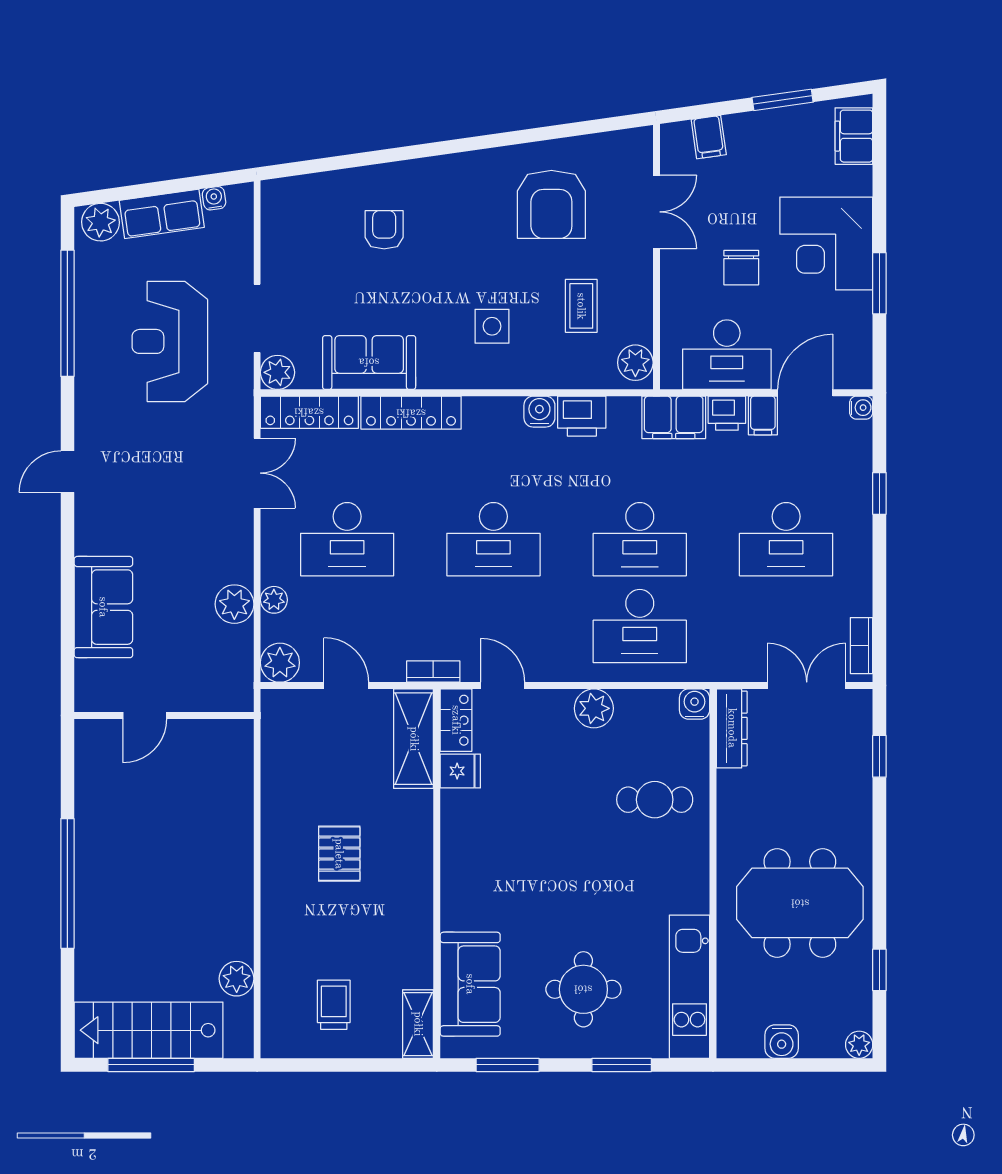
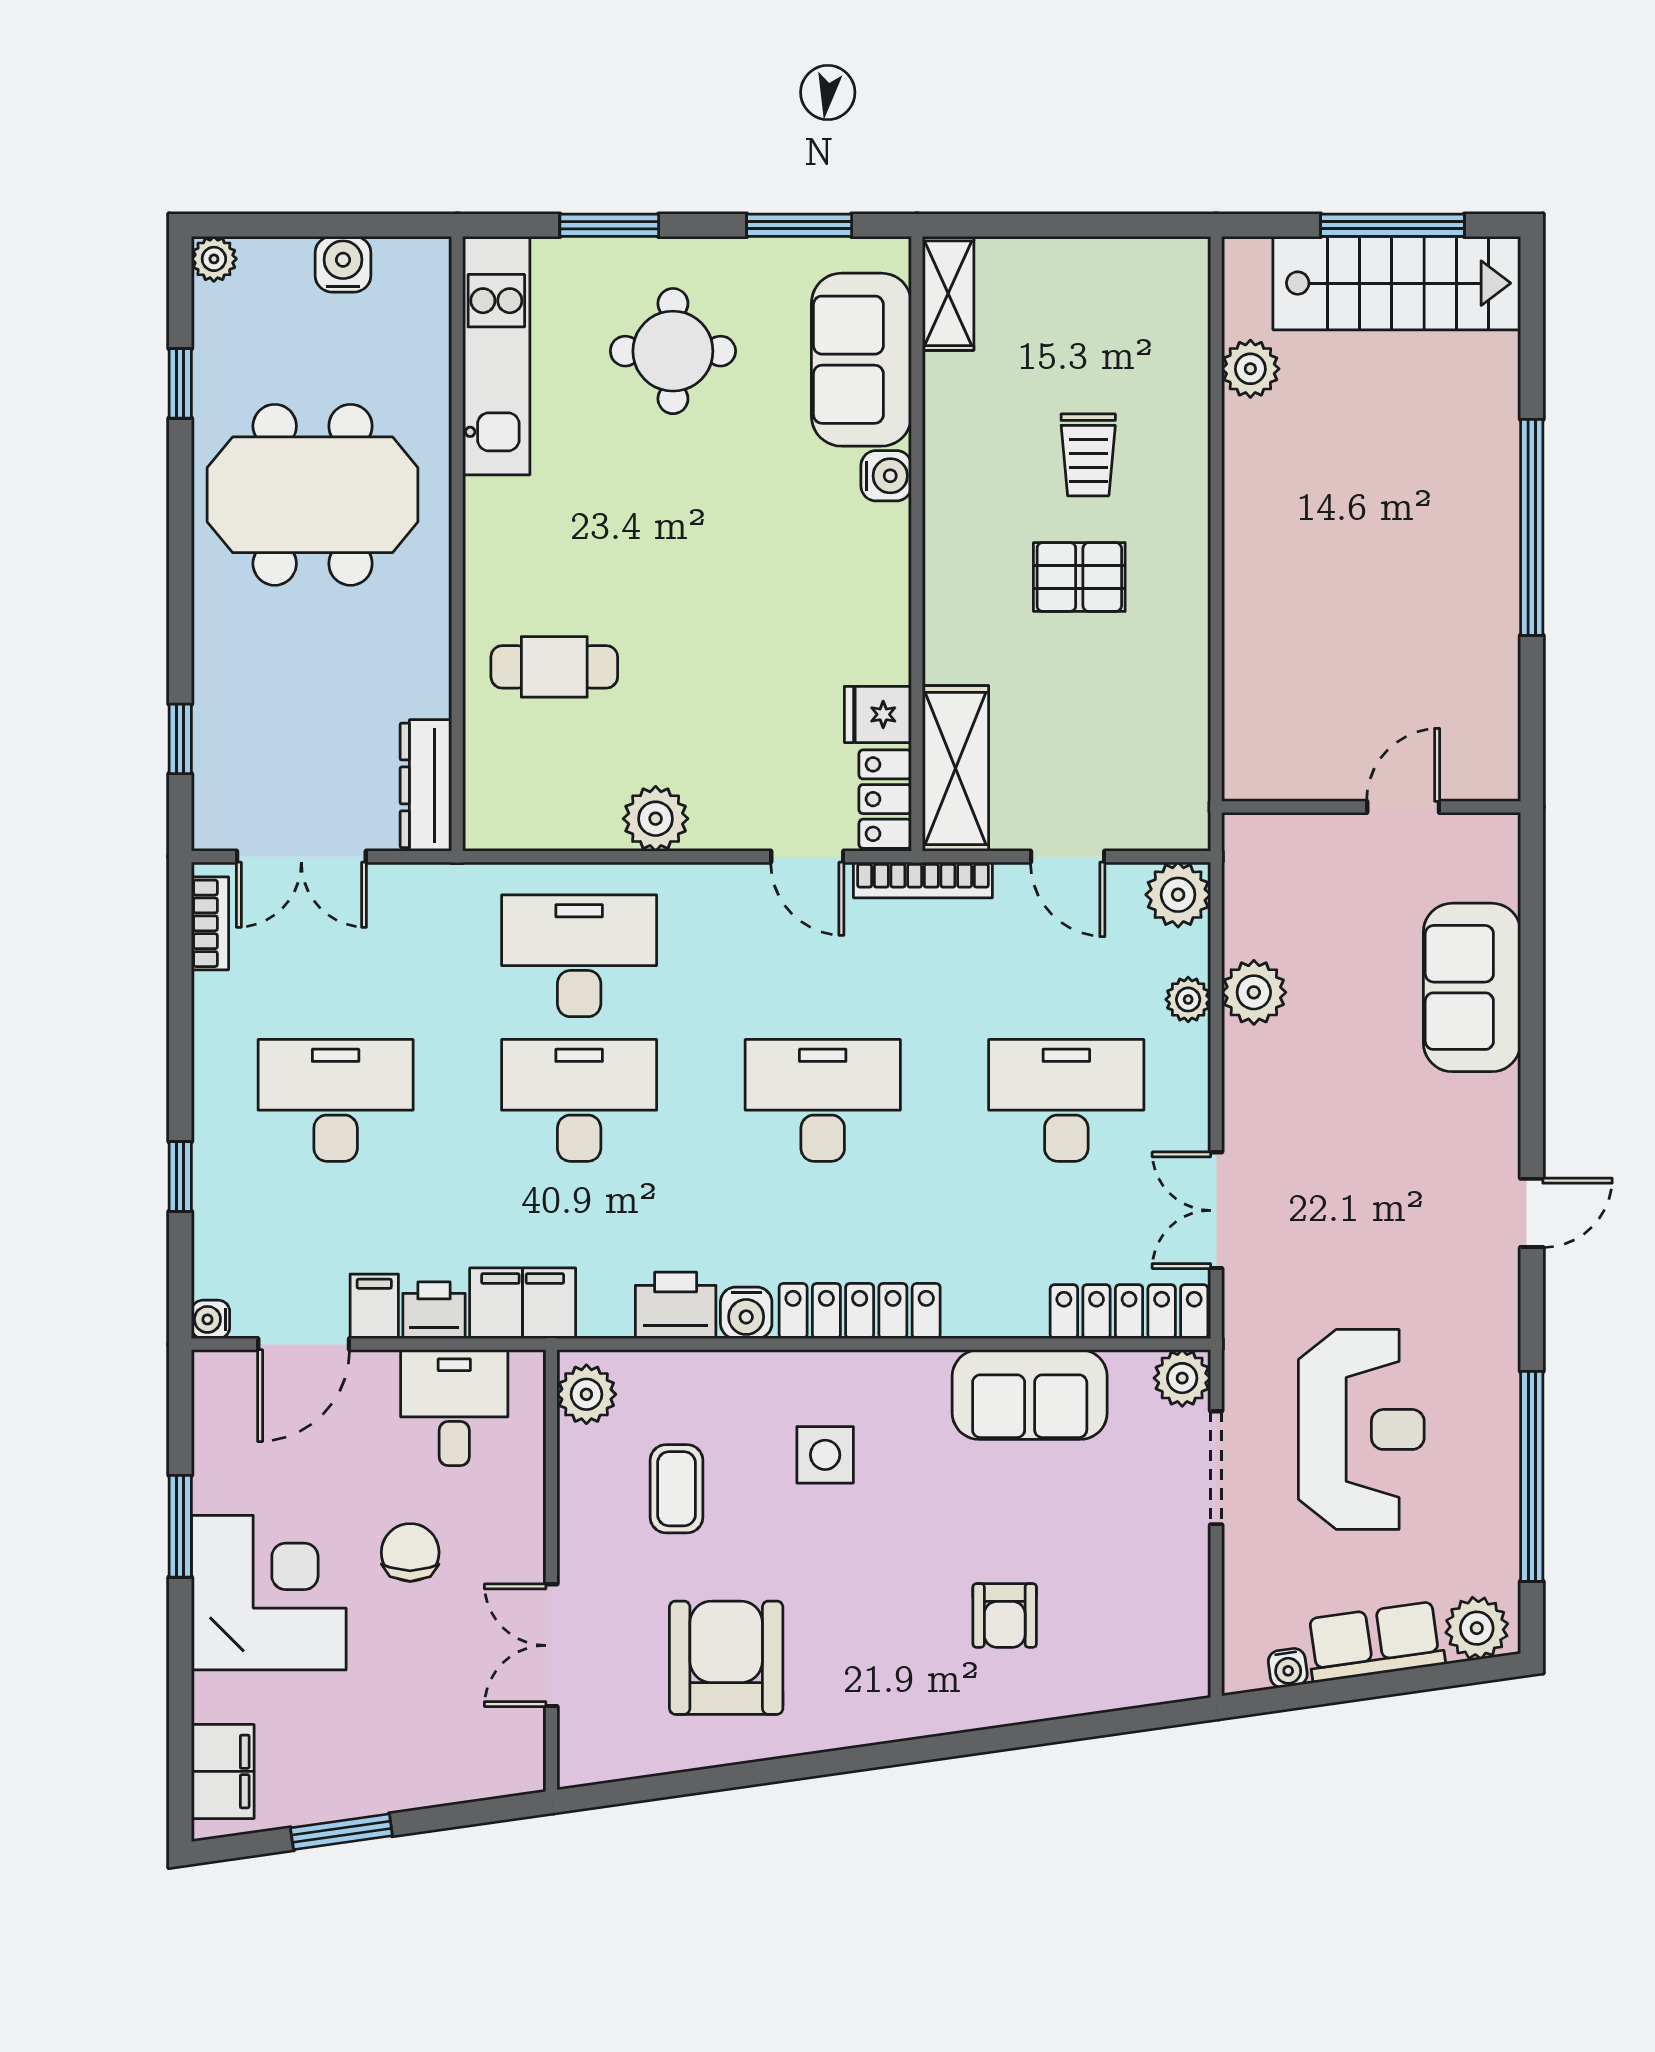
filing cabinet: (709, 137) -> (464, 1770), removed
desk: (727, 355) -> (454, 1408), width x0.73
locker: (411, 413) -> (860, 1311), moved
bookcase: (433, 672) -> (923, 880), width x1.56
water cooler: (695, 704) -> (886, 476), moved, turned -90
pallet: (339, 854) -> (1079, 577), turned 90
trolley: (334, 1005) -> (1088, 455), moved

